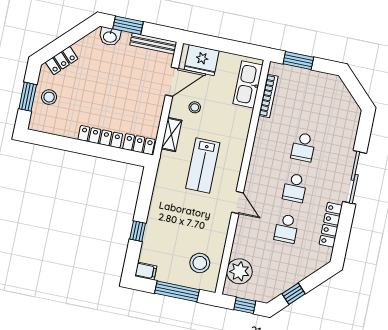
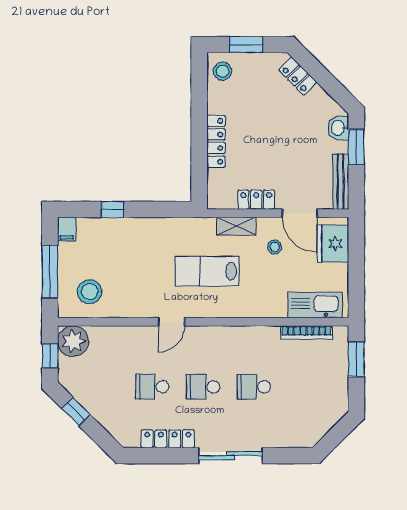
stool: (49, 97) -> (222, 71), moved
locker: (139, 144) -> (256, 200), moved, turned -90
plant: (239, 271) -> (73, 341), moved

